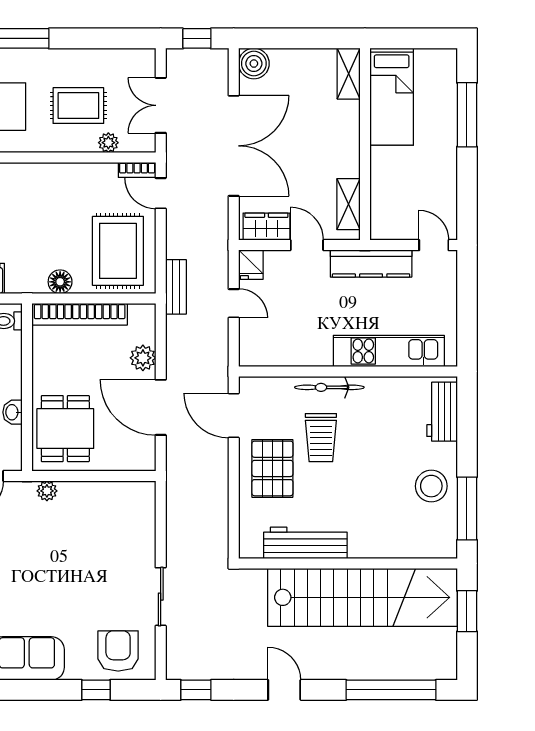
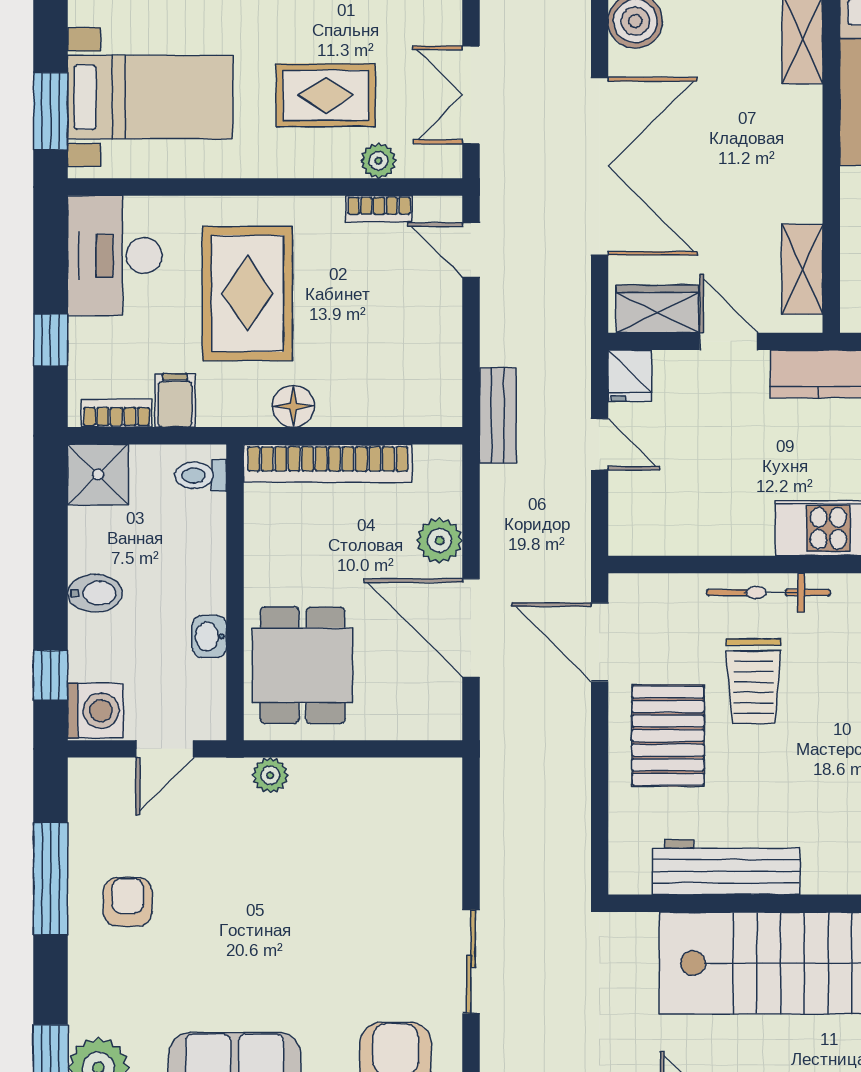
bookcase: (137, 170) -> (379, 209), moved
rug: (118, 251) -> (247, 294), moved

